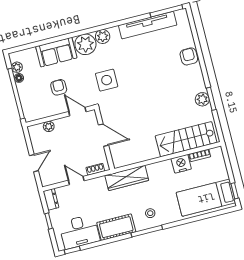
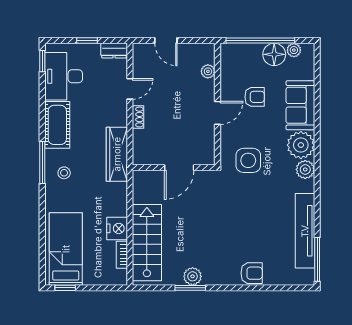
floor lamp: (19, 78) -> (274, 54), width x1.89, depth x1.89
door: (103, 135) -> (179, 168), moved
wall: (104, 139) -> (174, 168), moved

